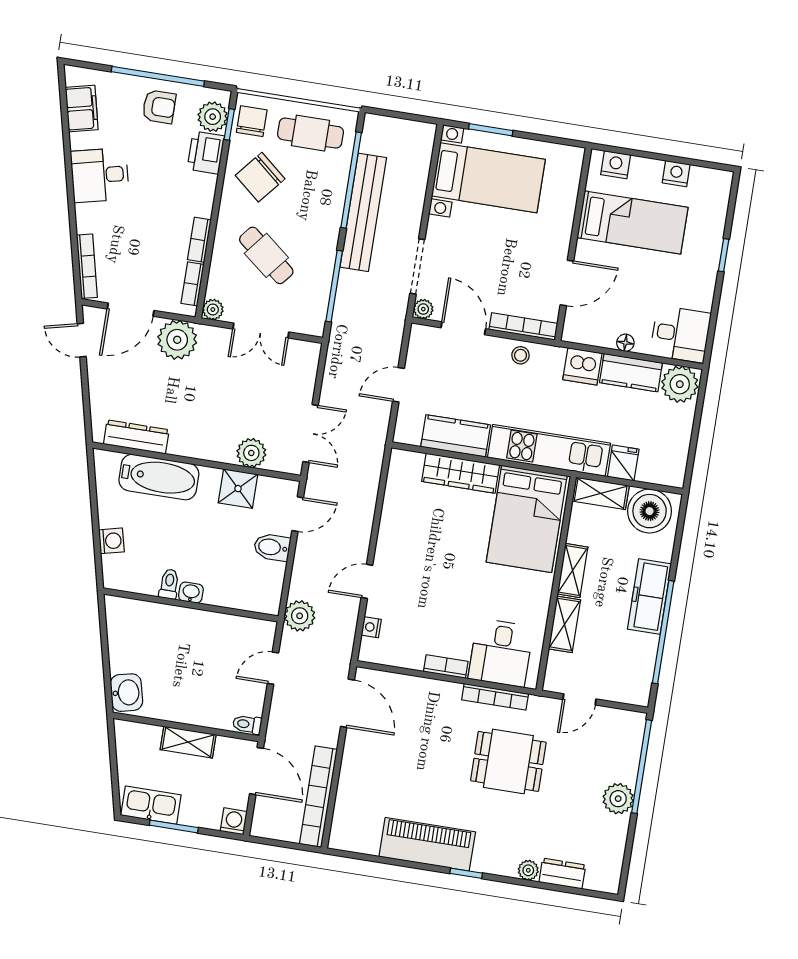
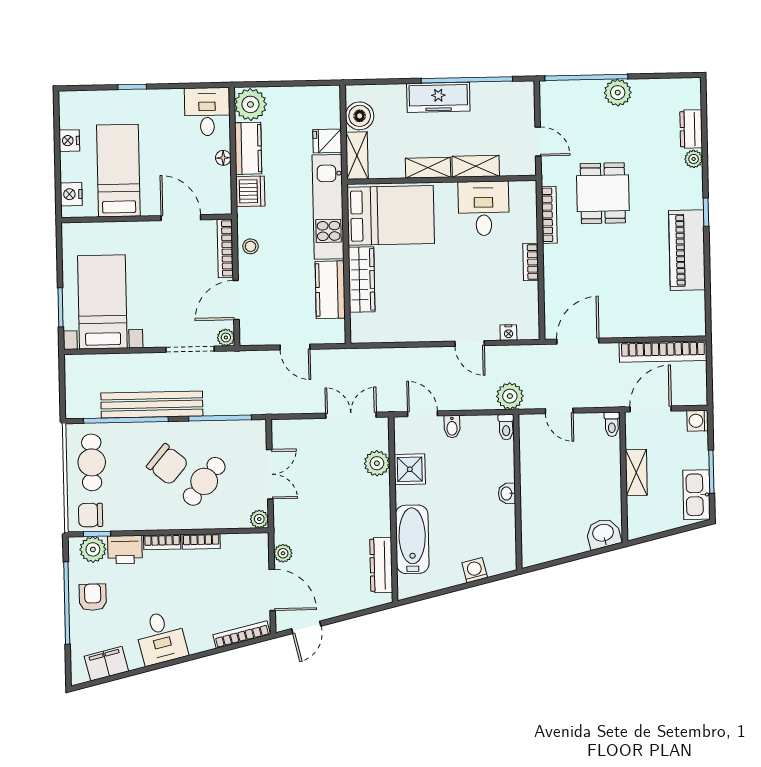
chair: (260, 177) -> (167, 464), moved
bookcase: (193, 284) -> (162, 542), moved
plant: (177, 340) -> (283, 553), width x0.53, depth x0.53
boiler: (650, 511) -> (360, 116), width x0.73, depth x0.73
bidet: (272, 547) -> (452, 427), width x0.72, depth x0.74
toilet: (169, 584) -> (506, 427), moved, turned -90
desk: (501, 653) -> (484, 208), moved, turned -90

